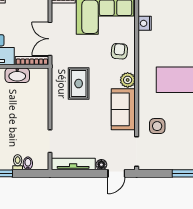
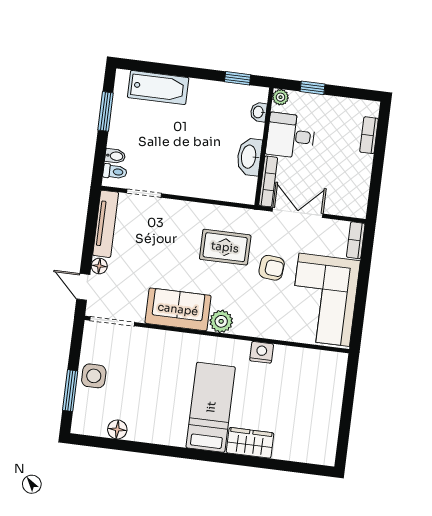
nightstand: (145, 23) -> (262, 352), moved
armchair: (119, 51) -> (272, 268), moved
side table: (157, 126) -> (94, 376), moved
toilet: (18, 162) -> (115, 172), moved

